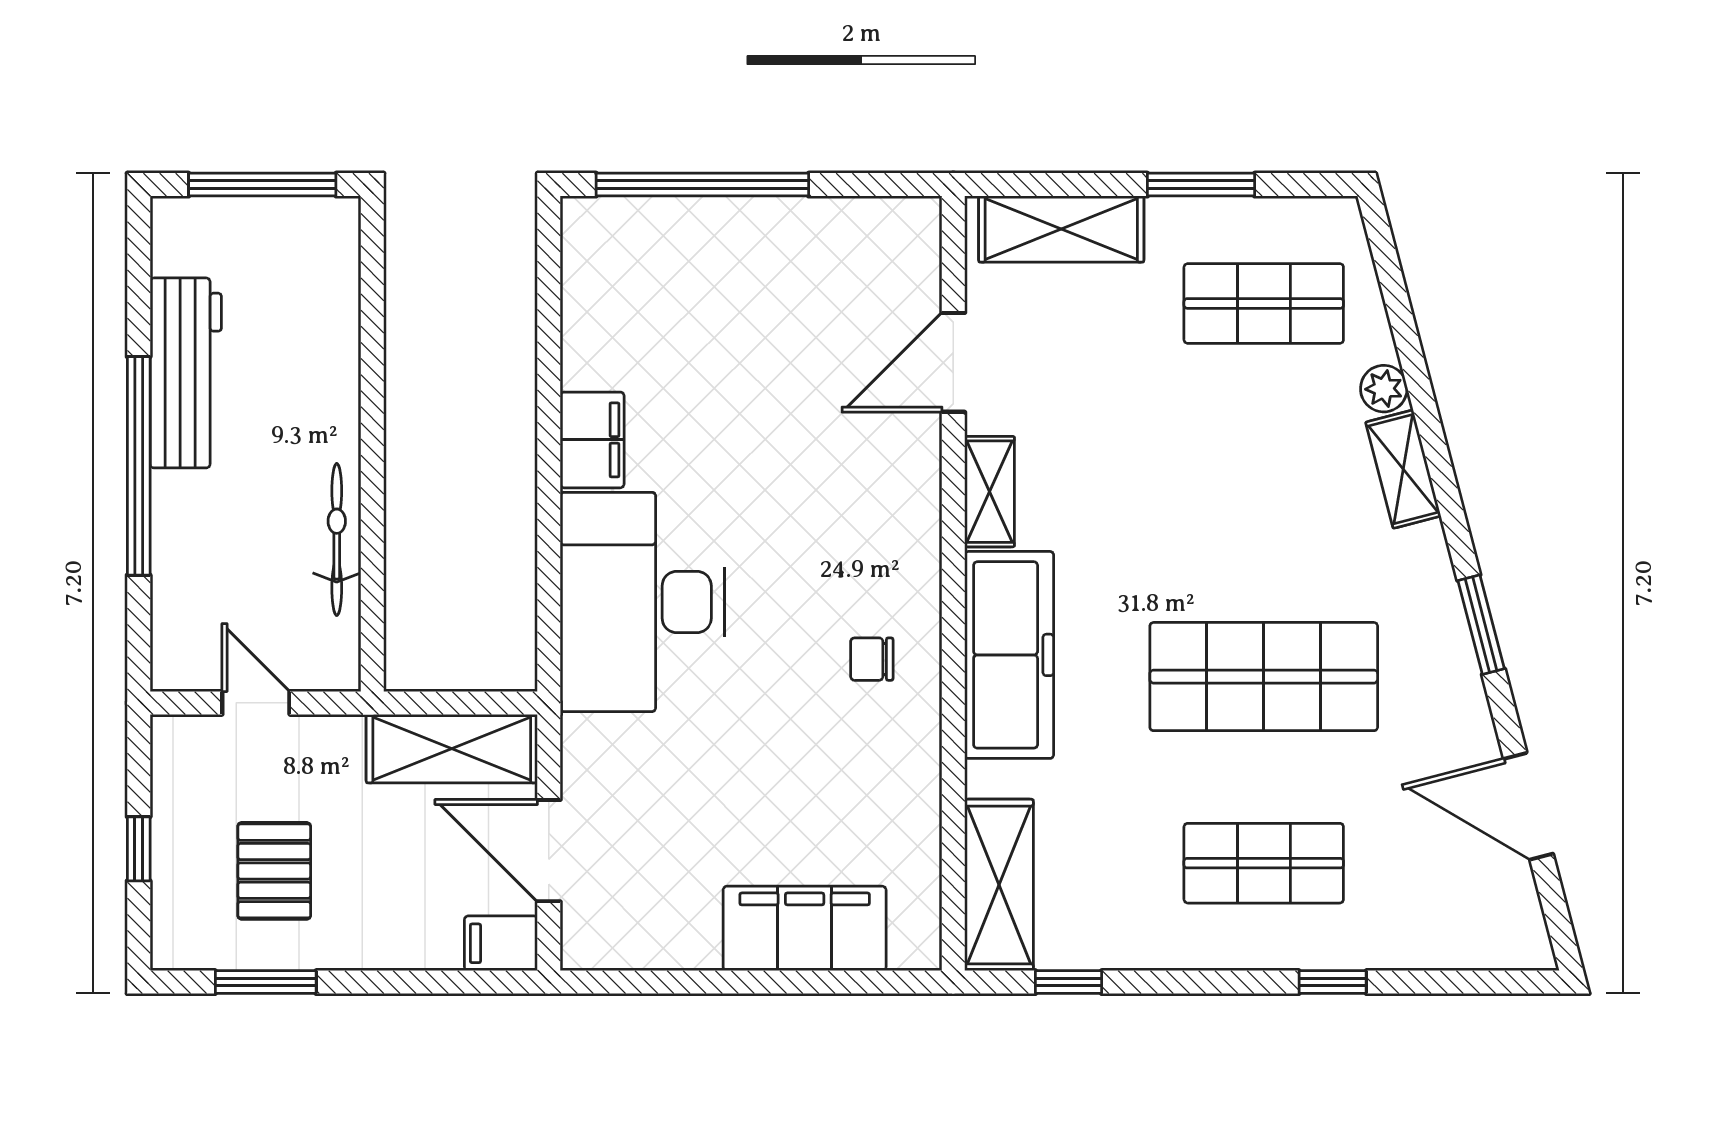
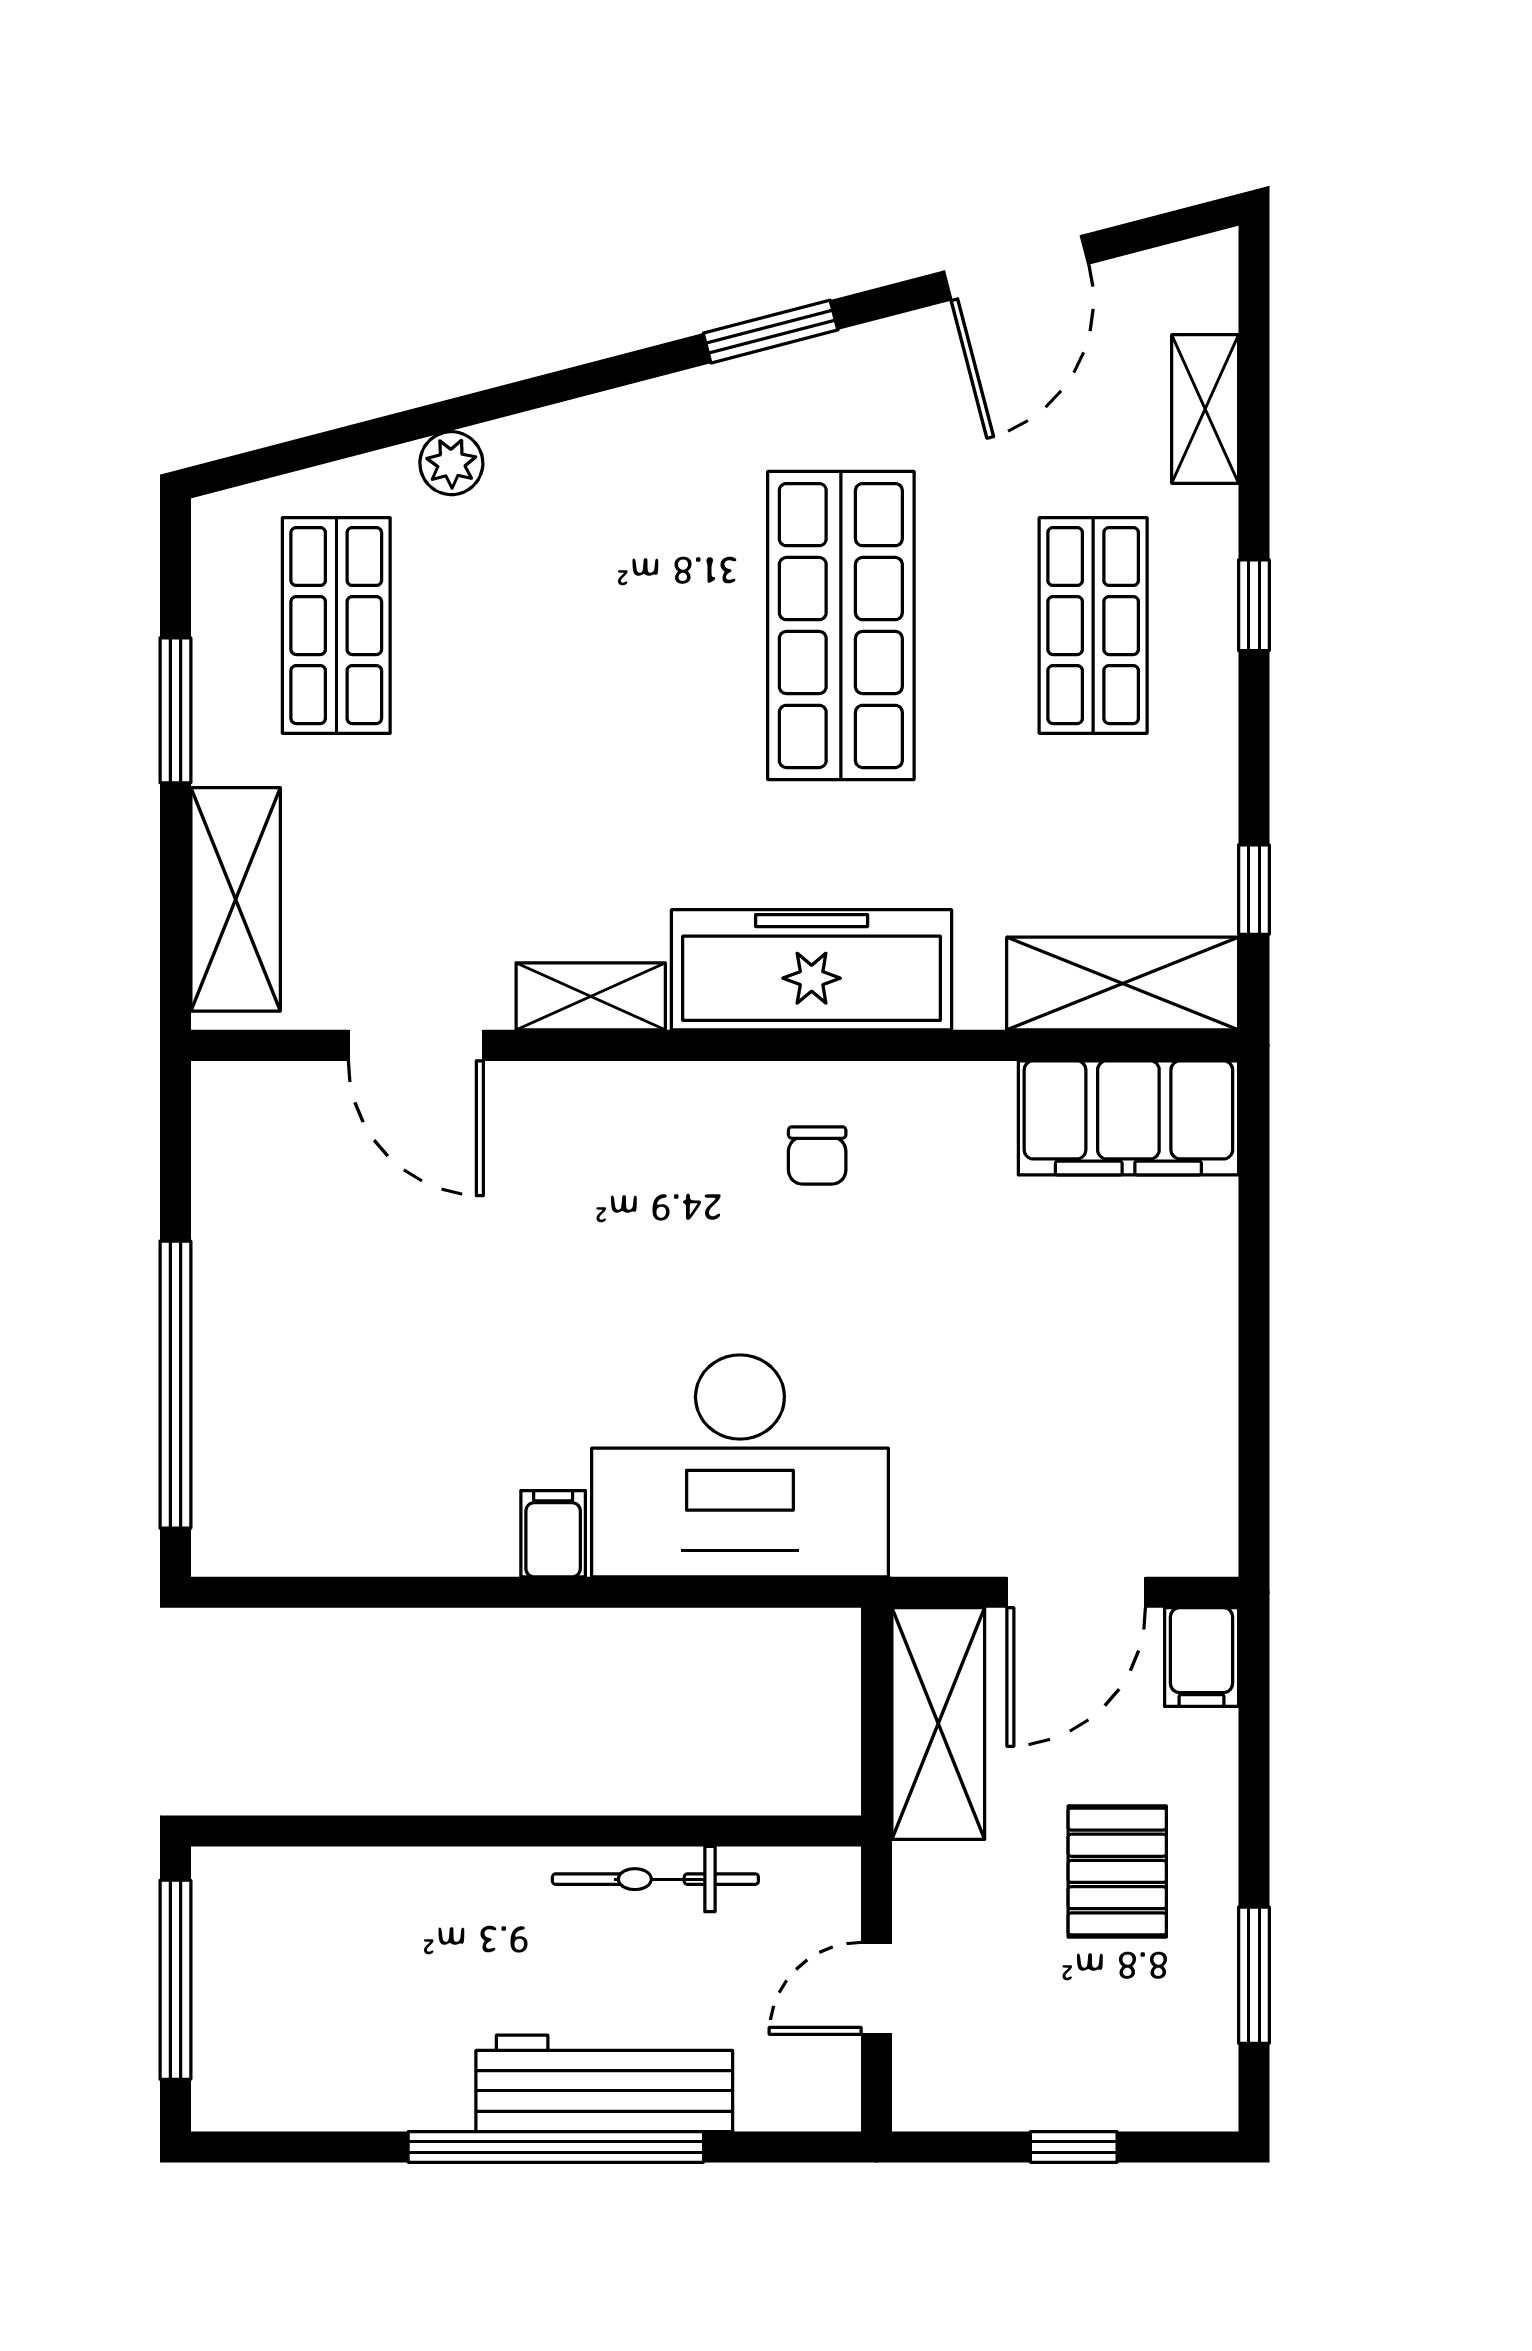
workbench: (186, 373) -> (604, 2083), moved
filing cabinet: (592, 440) -> (553, 1534), width x0.50
shelving: (1403, 469) -> (1205, 409), moved, turned -75
pallet: (274, 871) -> (1117, 1871), moved, turned 90
filing cabinet: (805, 928) -> (1128, 1118), moved, turned -90
window: (1333, 982) -> (1254, 605), moved

